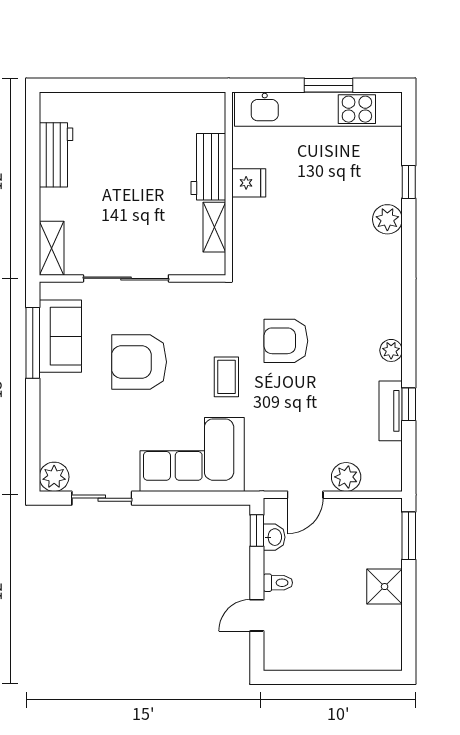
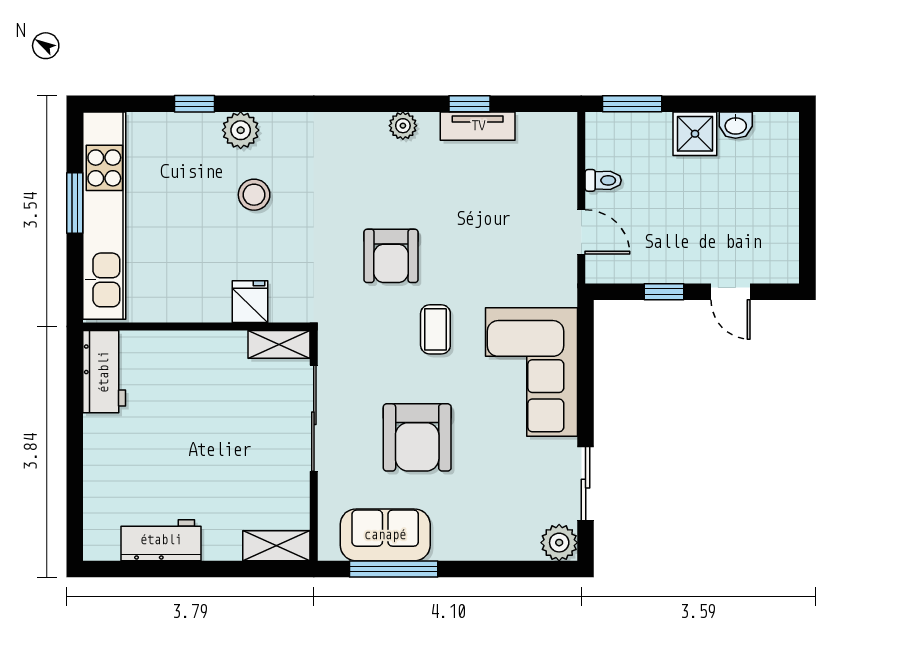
workbench: (208, 167) -> (104, 372), moved, turned -90
fridge: (249, 183) -> (250, 302), moved
shelving: (214, 227) -> (279, 344), moved
stool: (335, 230) -> (254, 195), added
sliding door: (126, 278) -> (314, 418), moved
coffee table: (226, 377) -> (435, 329), turned 90
plant: (346, 477) -> (559, 181), removed
window: (257, 531) -> (664, 292), moved
washbasin: (274, 537) -> (736, 125), moved, turned 180
toilet: (278, 583) -> (603, 180), moved, turned 90

